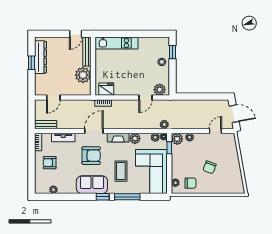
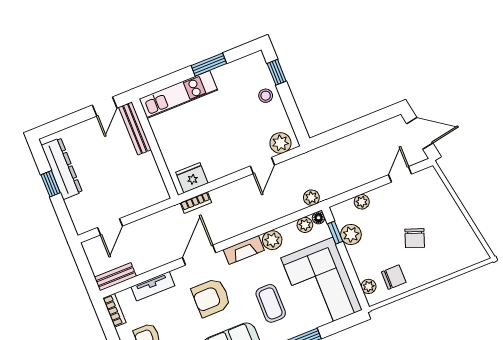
window: (139, 34) -> (209, 65), added
plant: (83, 75) -> (144, 170), removed
plant: (177, 139) -> (351, 234), moved
armchair: (91, 156) -> (211, 298), turned 180

